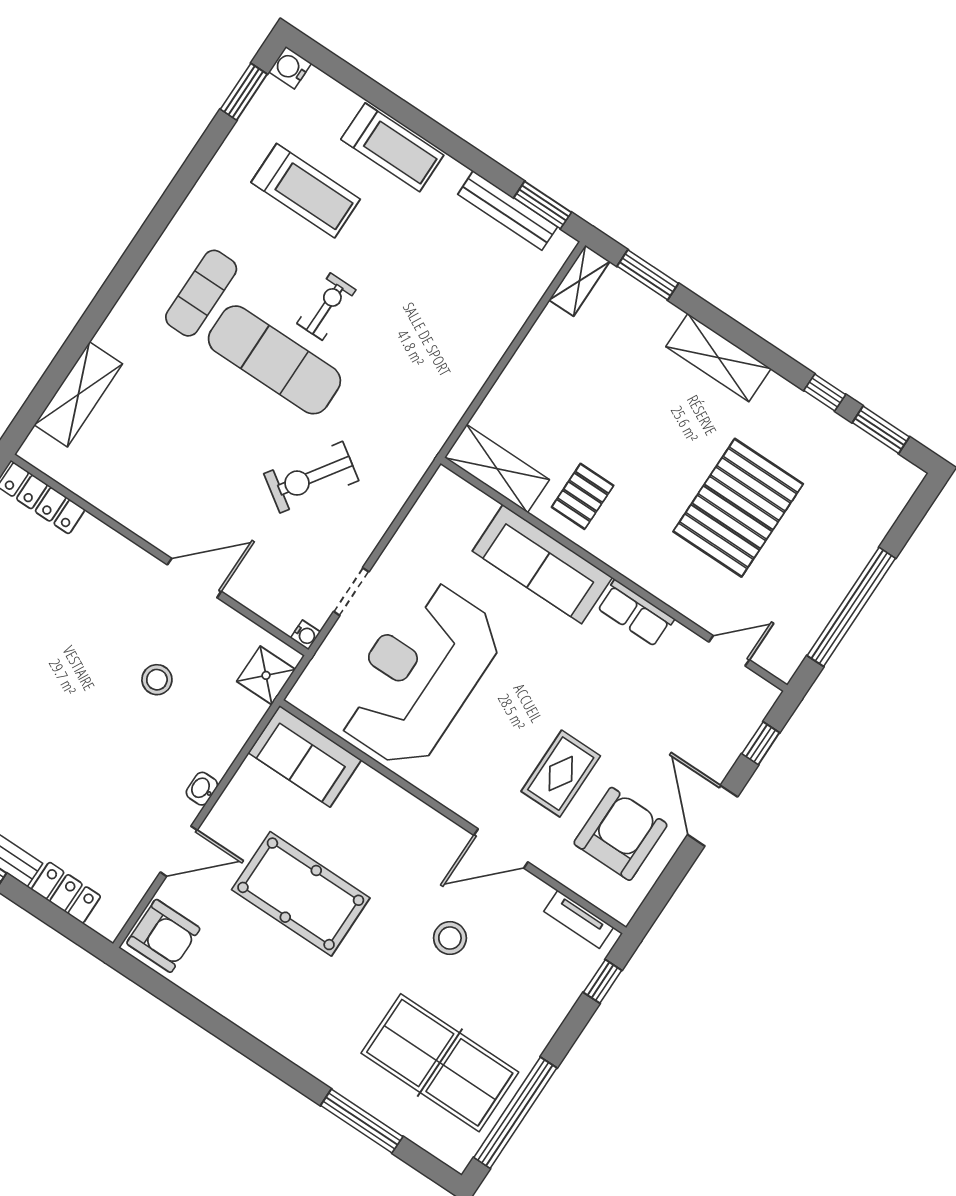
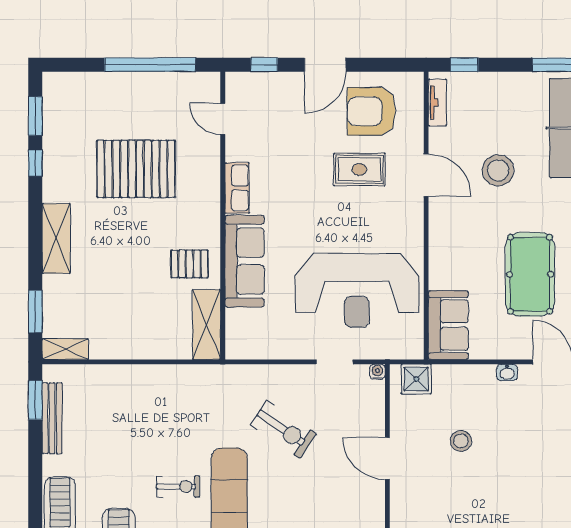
exercise bike: (326, 307) -> (178, 487), turned 180
stool: (450, 938) -> (498, 170), width x1.38, depth x1.38

